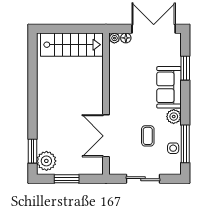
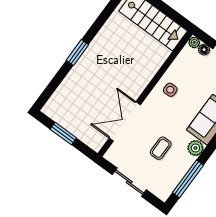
side table: (173, 148) -> (170, 90), moved
window: (32, 151) -> (77, 52), moved
plant: (46, 161) -> (57, 105), removed

